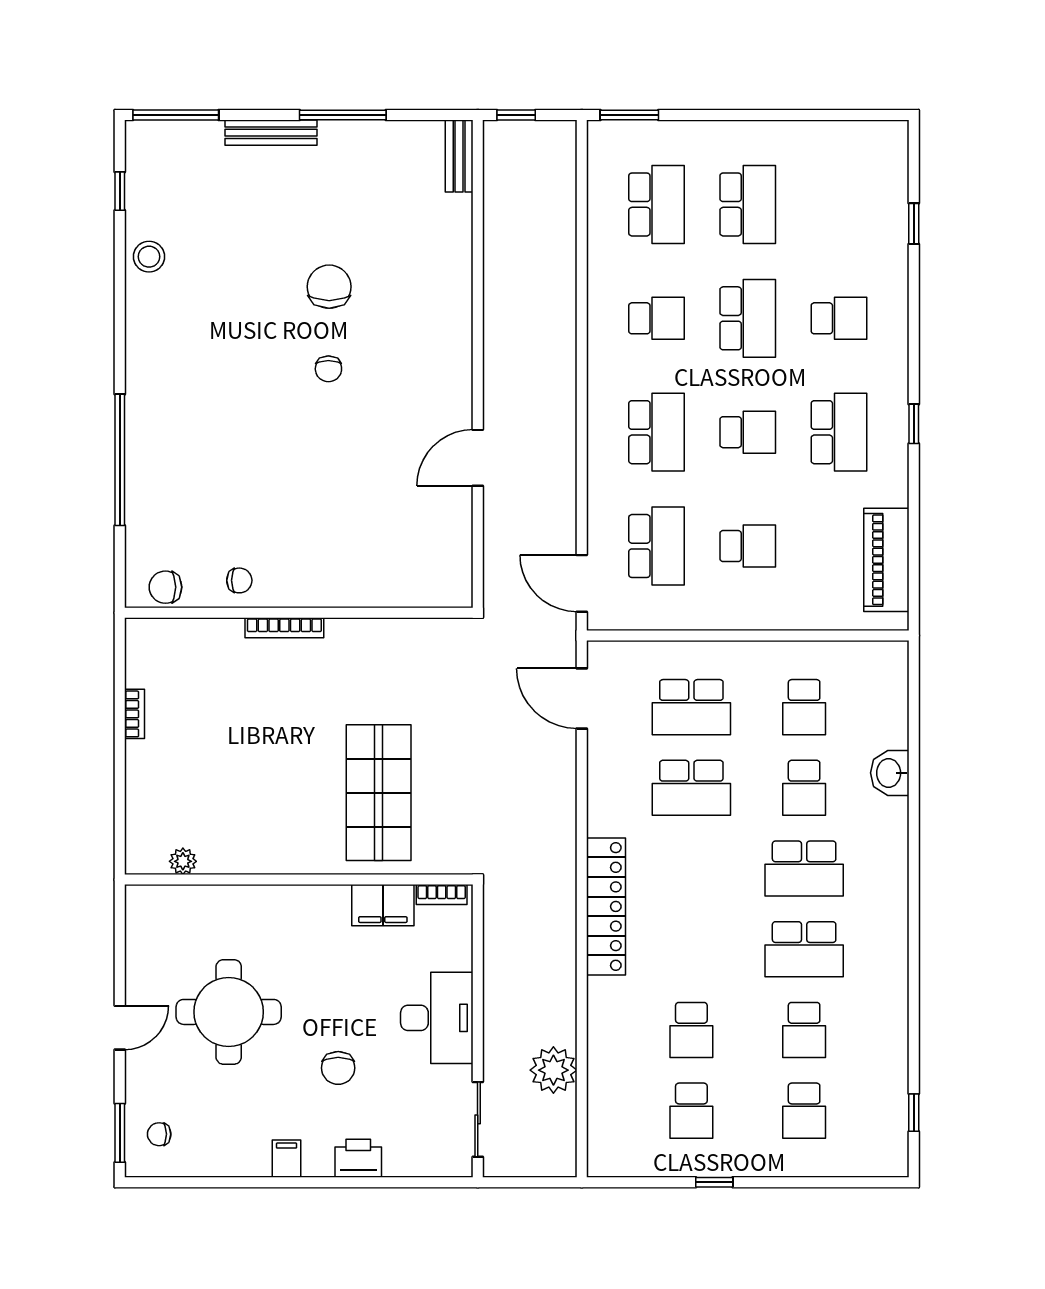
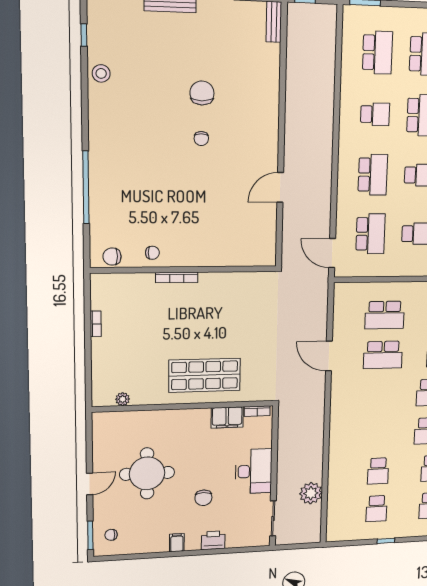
door: (582, 699) -> (329, 356), moved
shop shelf: (379, 793) -> (205, 375), moved, turned 90
locker: (606, 906) -> (339, 414), removed

